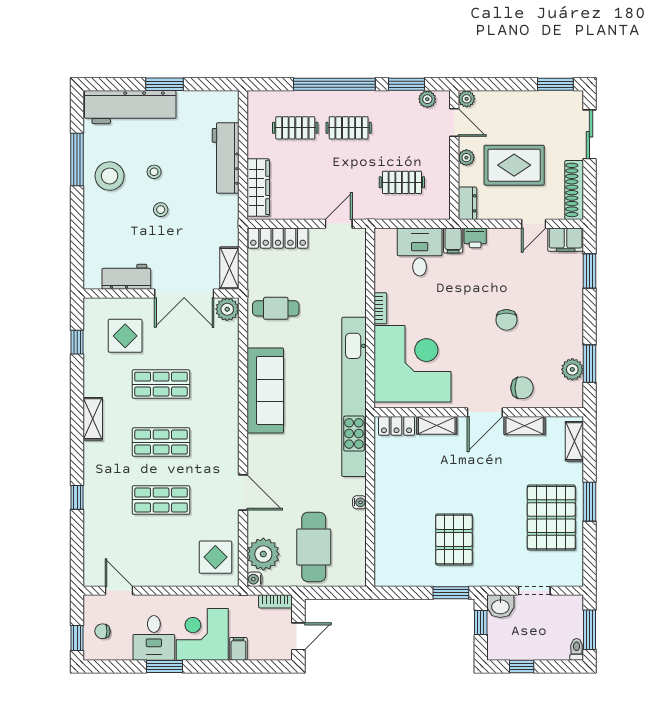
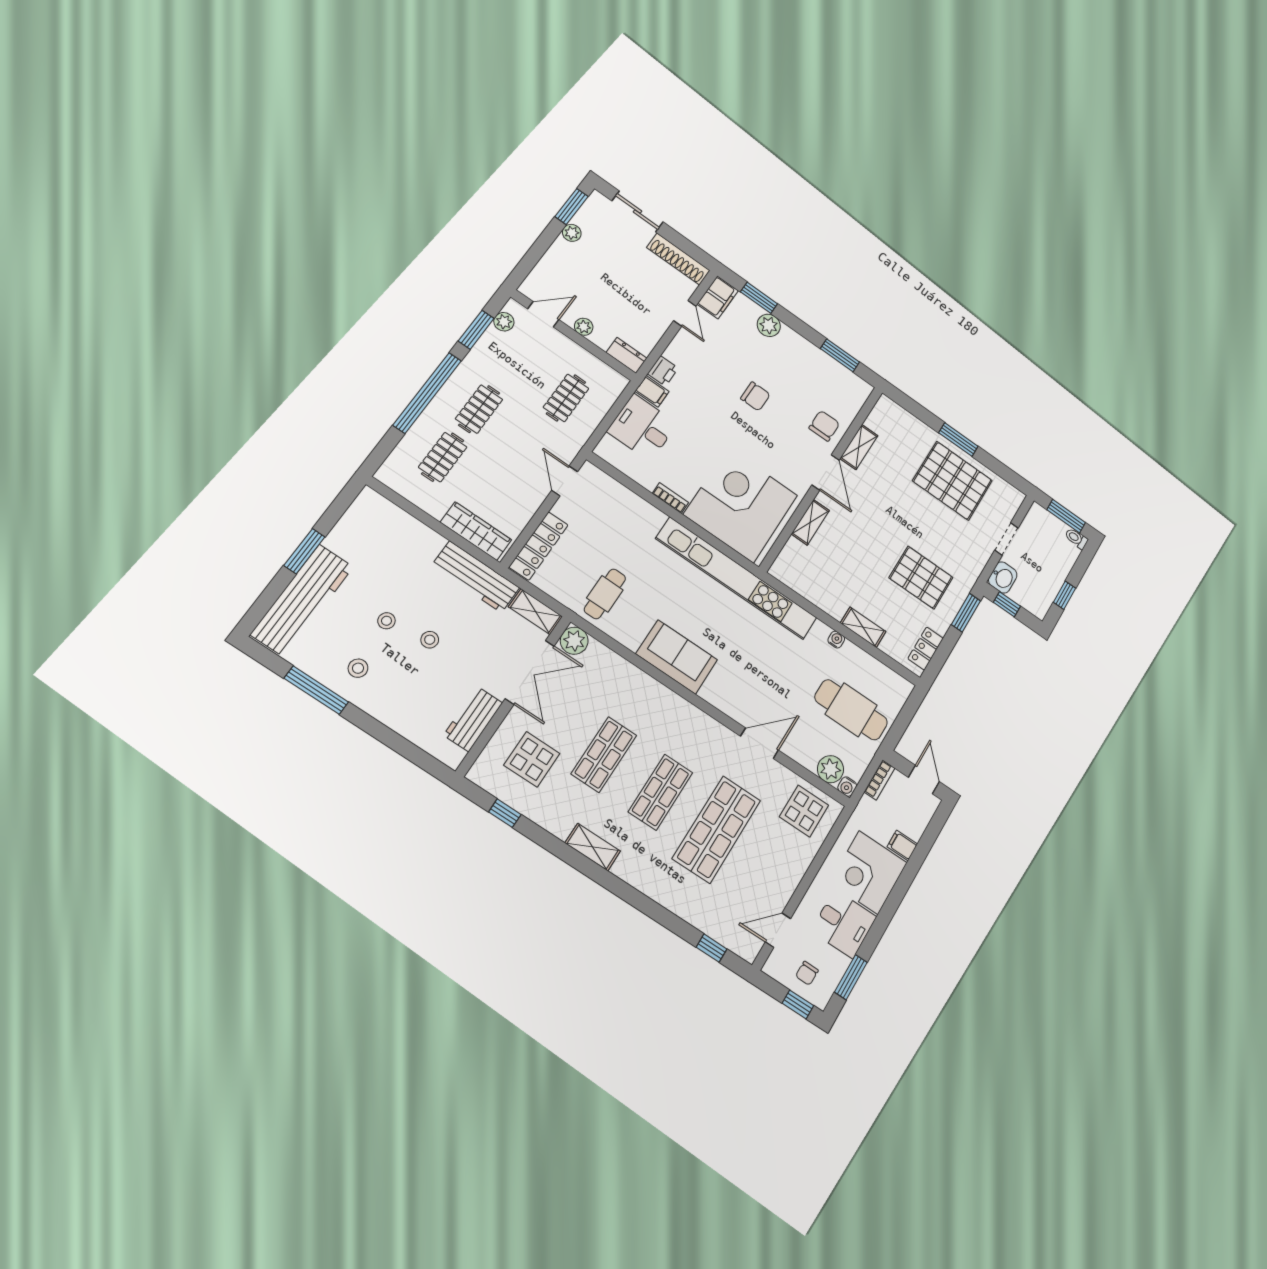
plant: (467, 99) -> (572, 233), moved
workbench: (226, 158) -> (476, 577), moved
rug: (514, 165) -> (620, 292), removed
stool: (110, 176) -> (358, 668), width x0.53, depth x0.53
plant: (572, 369) -> (769, 325), moved
sofa: (265, 390) -> (677, 657), width x0.73
locker: (396, 426) -> (926, 648), moved, turned 180
shelving: (574, 441) -> (863, 627), moved
window: (77, 497) -> (712, 948), moved
shop shelf: (161, 500) -> (717, 829), width x1.43, depth x1.36
plant: (263, 554) -> (830, 769), width x0.73, depth x0.73
window: (165, 666) -> (851, 977), moved

